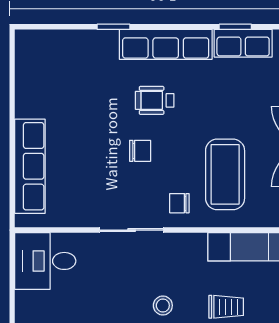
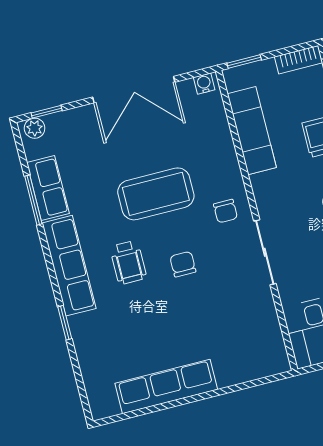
window: (235, 27) -> (33, 200), width x1.50
row of seats: (30, 166) -> (166, 386), moved
coffee table: (225, 174) -> (156, 194), moved

